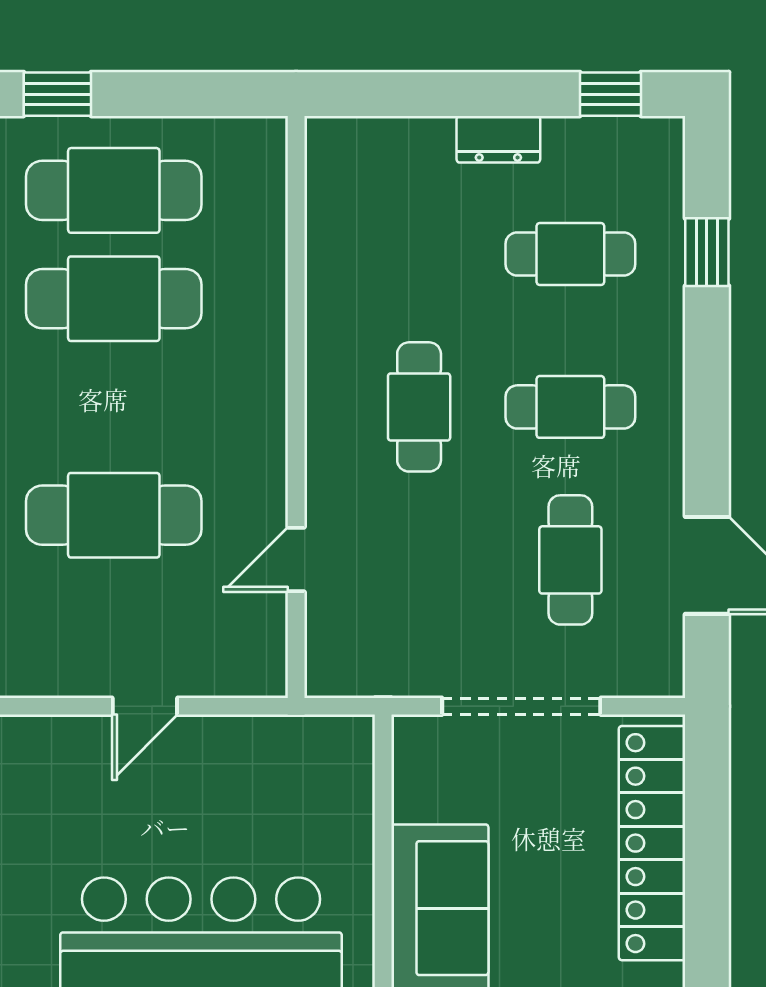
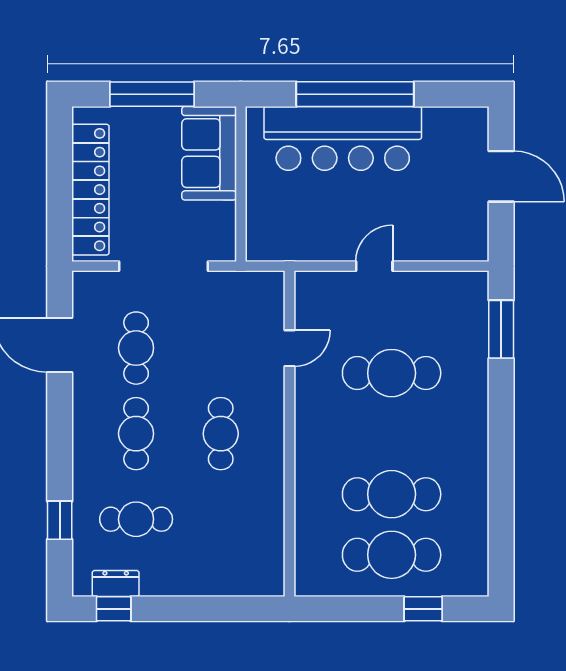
dresser: (498, 139) -> (116, 583), moved
cafe table: (570, 407) -> (136, 434), turned 90

